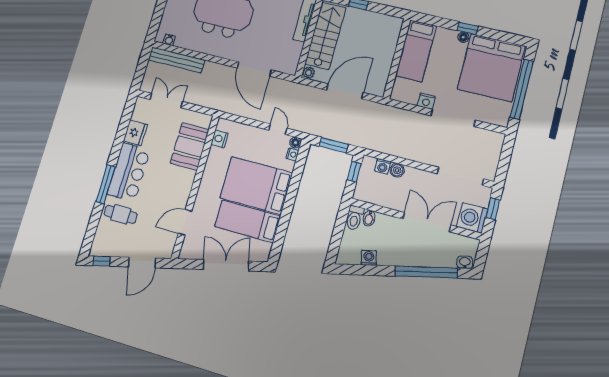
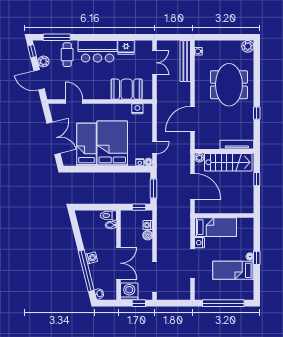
bed: (416, 51) -> (216, 227), moved, turned 180
bed: (491, 68) -> (233, 270), width x0.49
window: (106, 184) -> (57, 37), moved
plant: (120, 249) -> (43, 61), added
washing machine: (369, 258) -> (91, 258), moved

